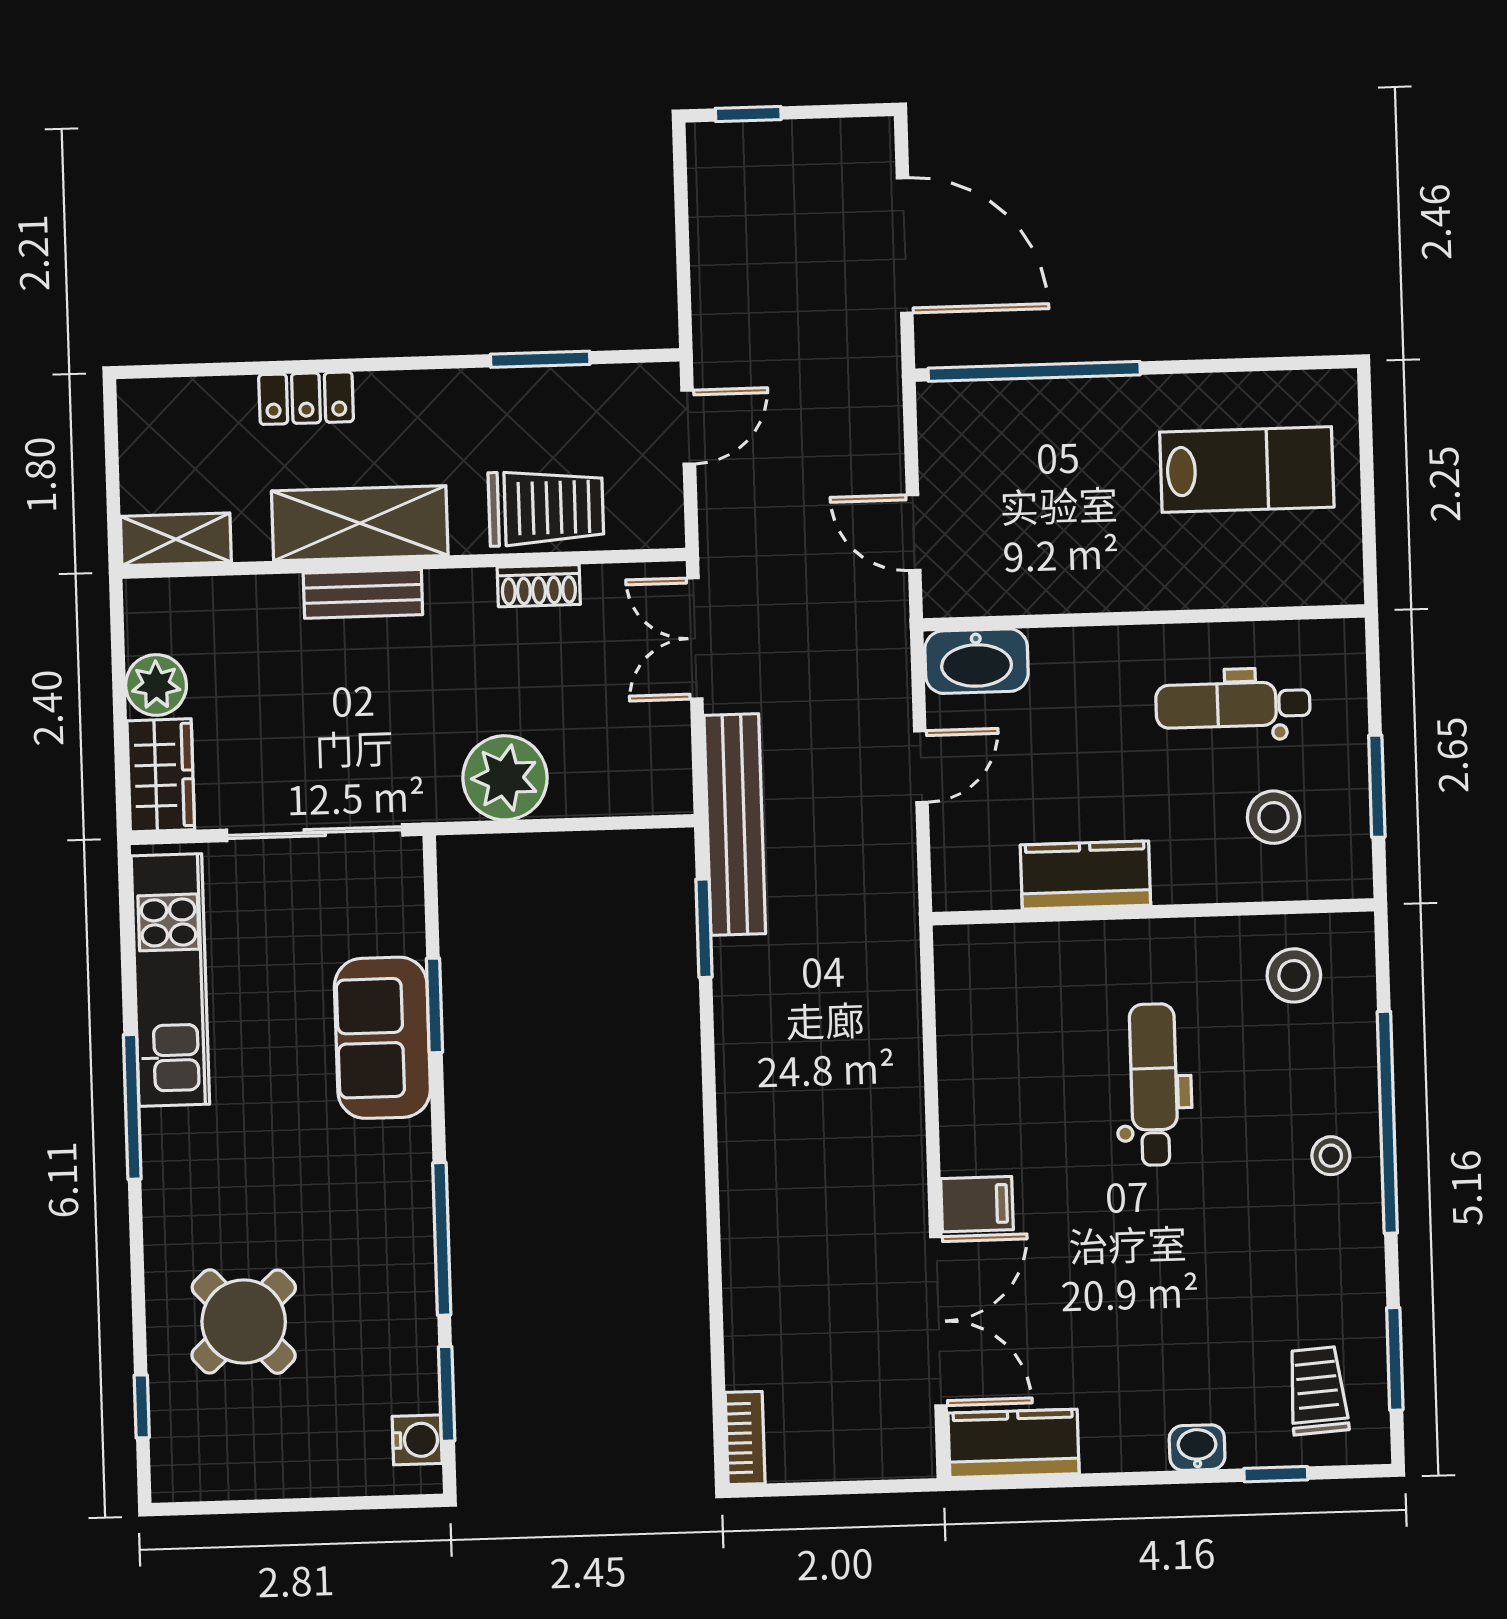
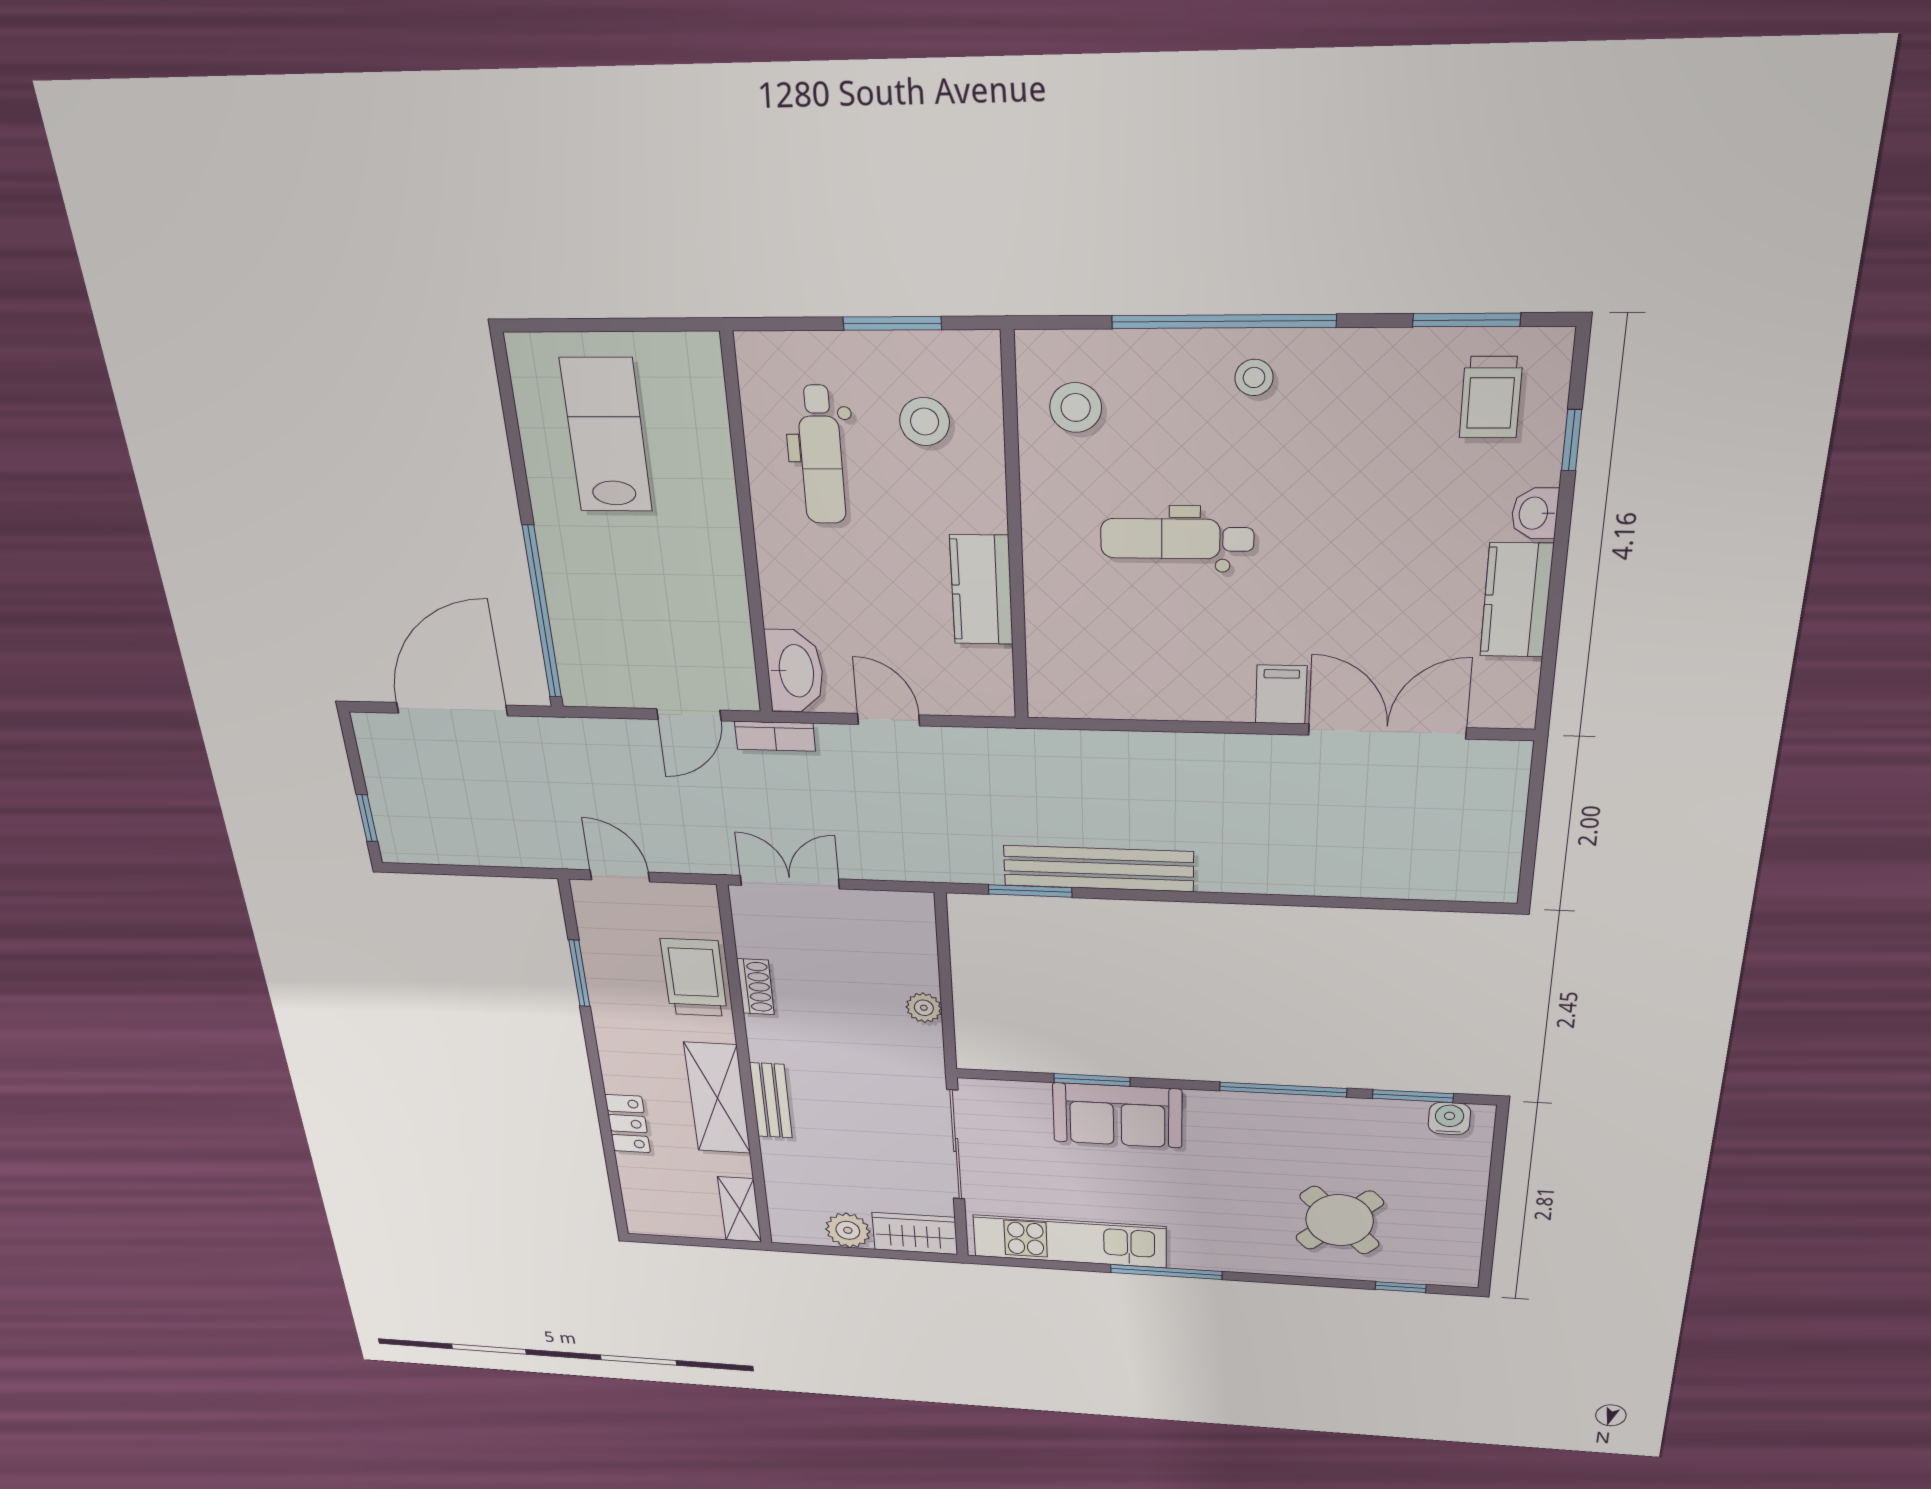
double door: (695, 638) -> (790, 882), swing flipped
plant: (505, 778) -> (924, 1008), width x0.53, depth x0.53
bench: (735, 825) -> (1098, 869), moved
trolley: (1317, 1391) -> (1491, 397), turned -86
bookcase: (745, 1438) -> (775, 736), moved, turned 180
kitchen counter: (1014, 1443) -> (1517, 600), moved

